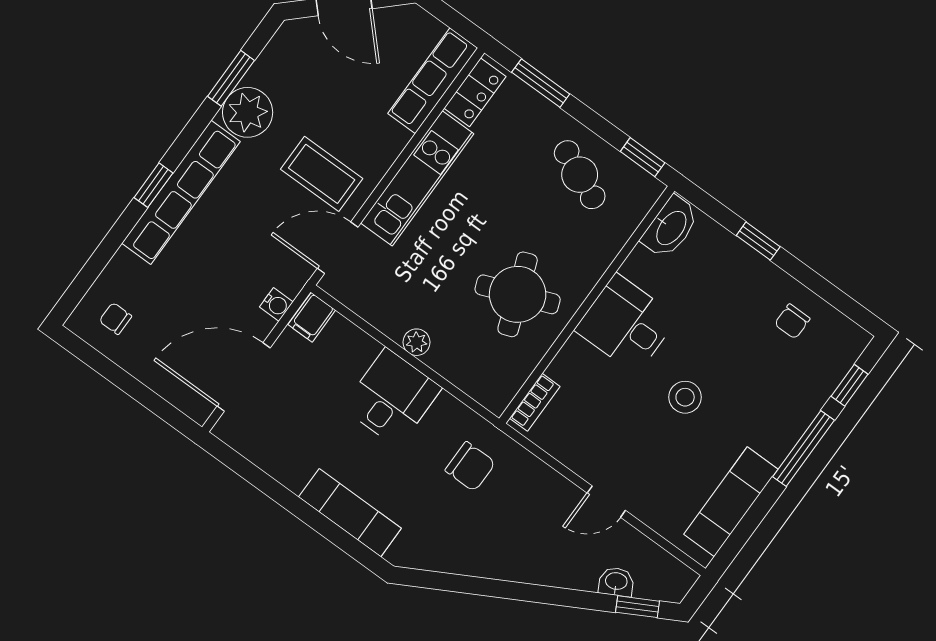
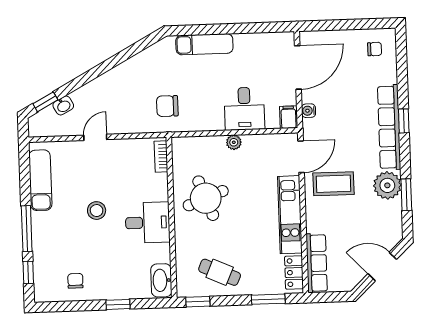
desk: (392, 398) -> (244, 109), moved

